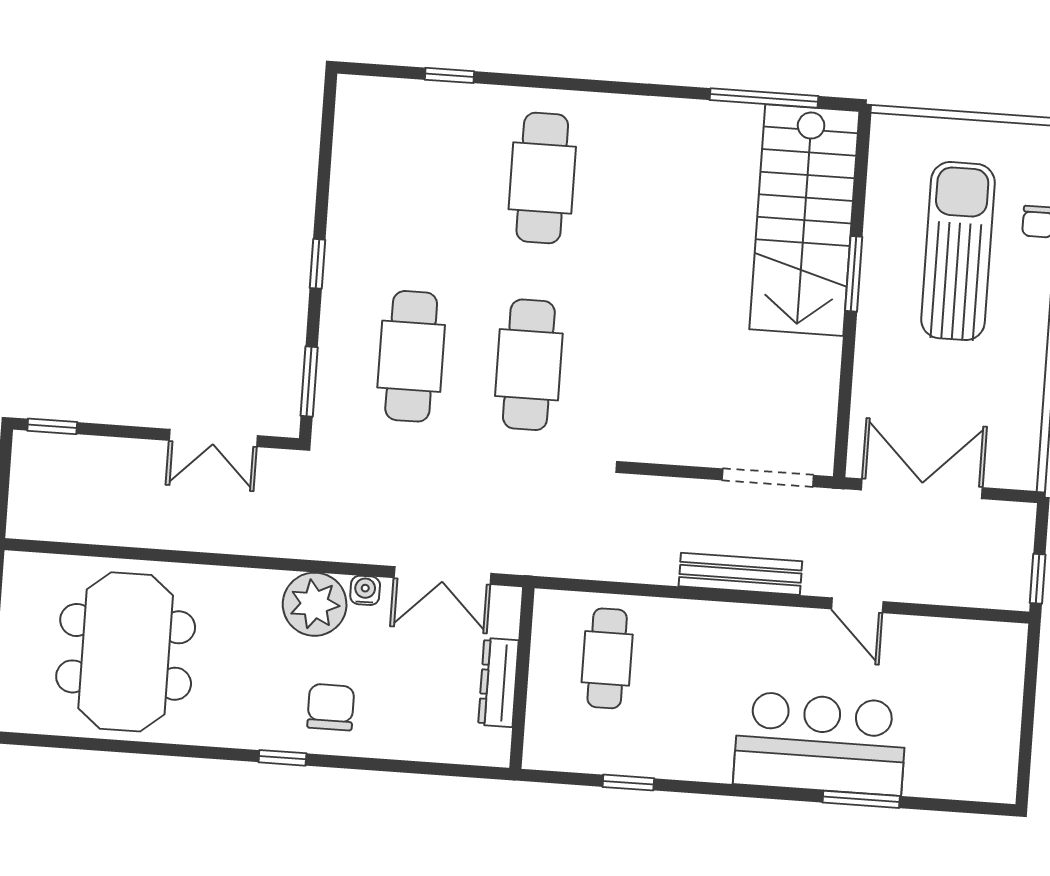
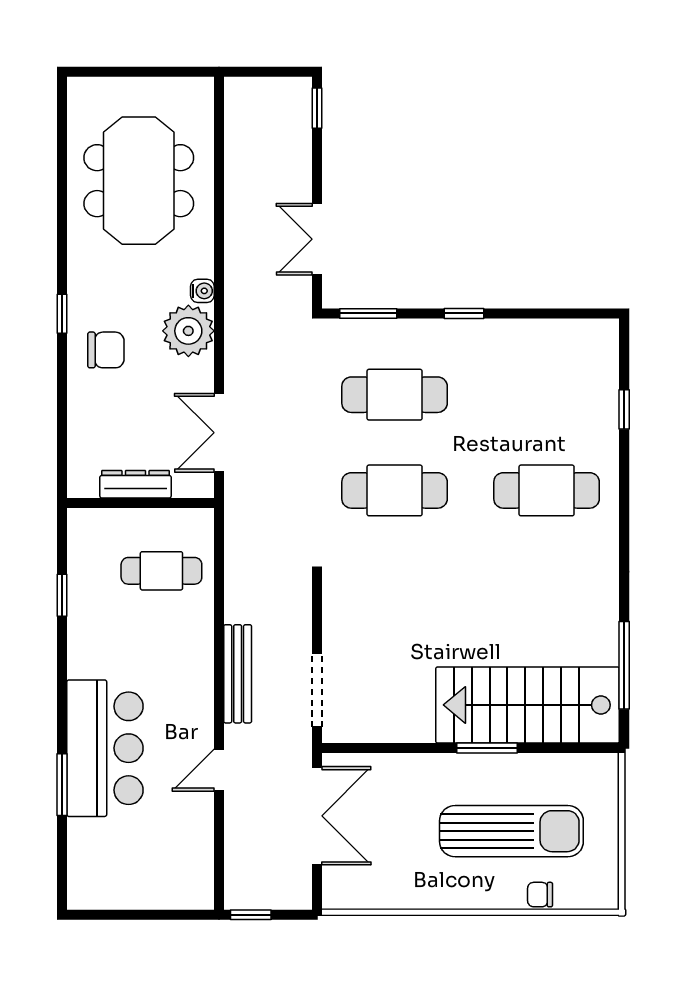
water cooler: (365, 590) -> (202, 291), moved
meeting table: (126, 652) -> (139, 181), turned 90

